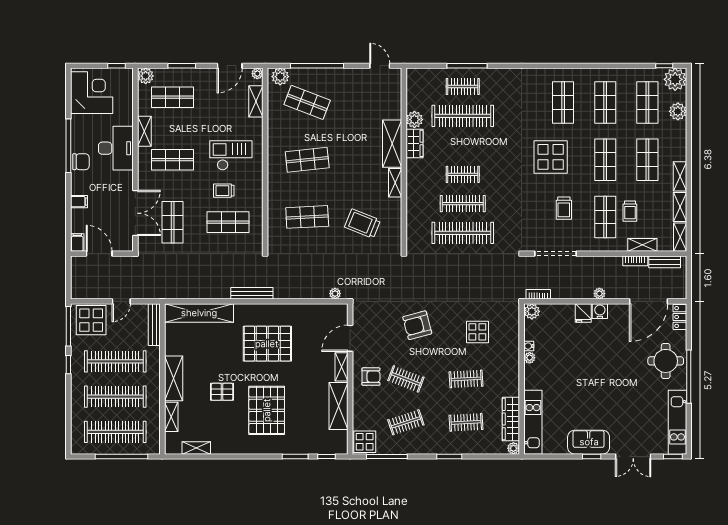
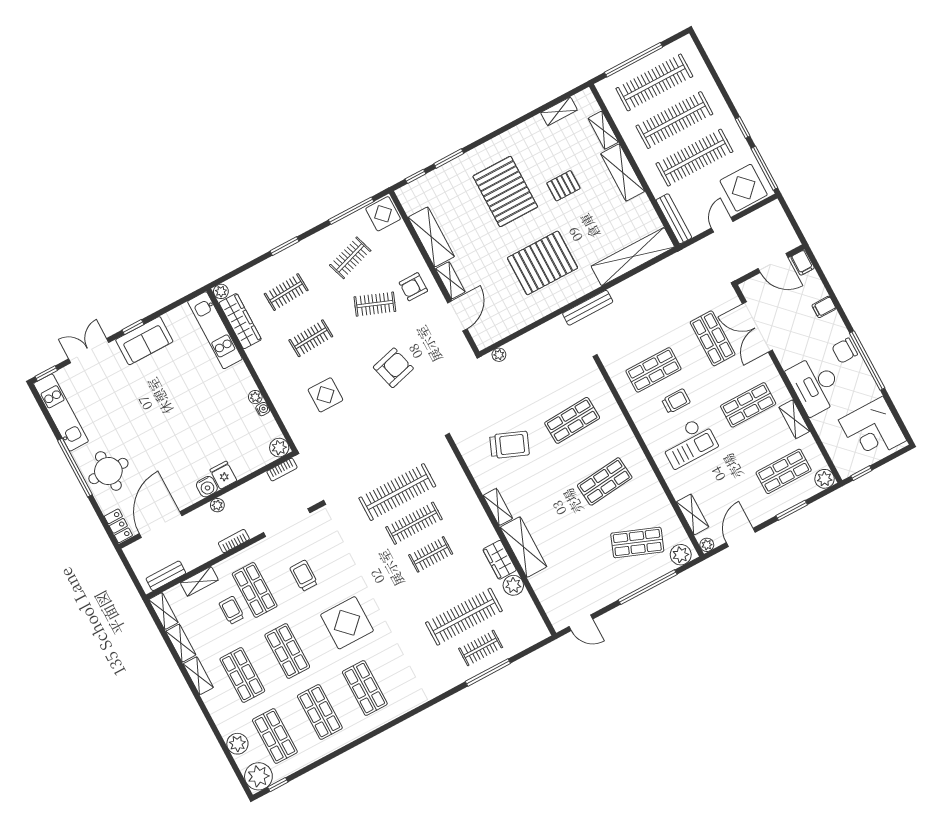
bookcase: (635, 261) -> (234, 541), moved

